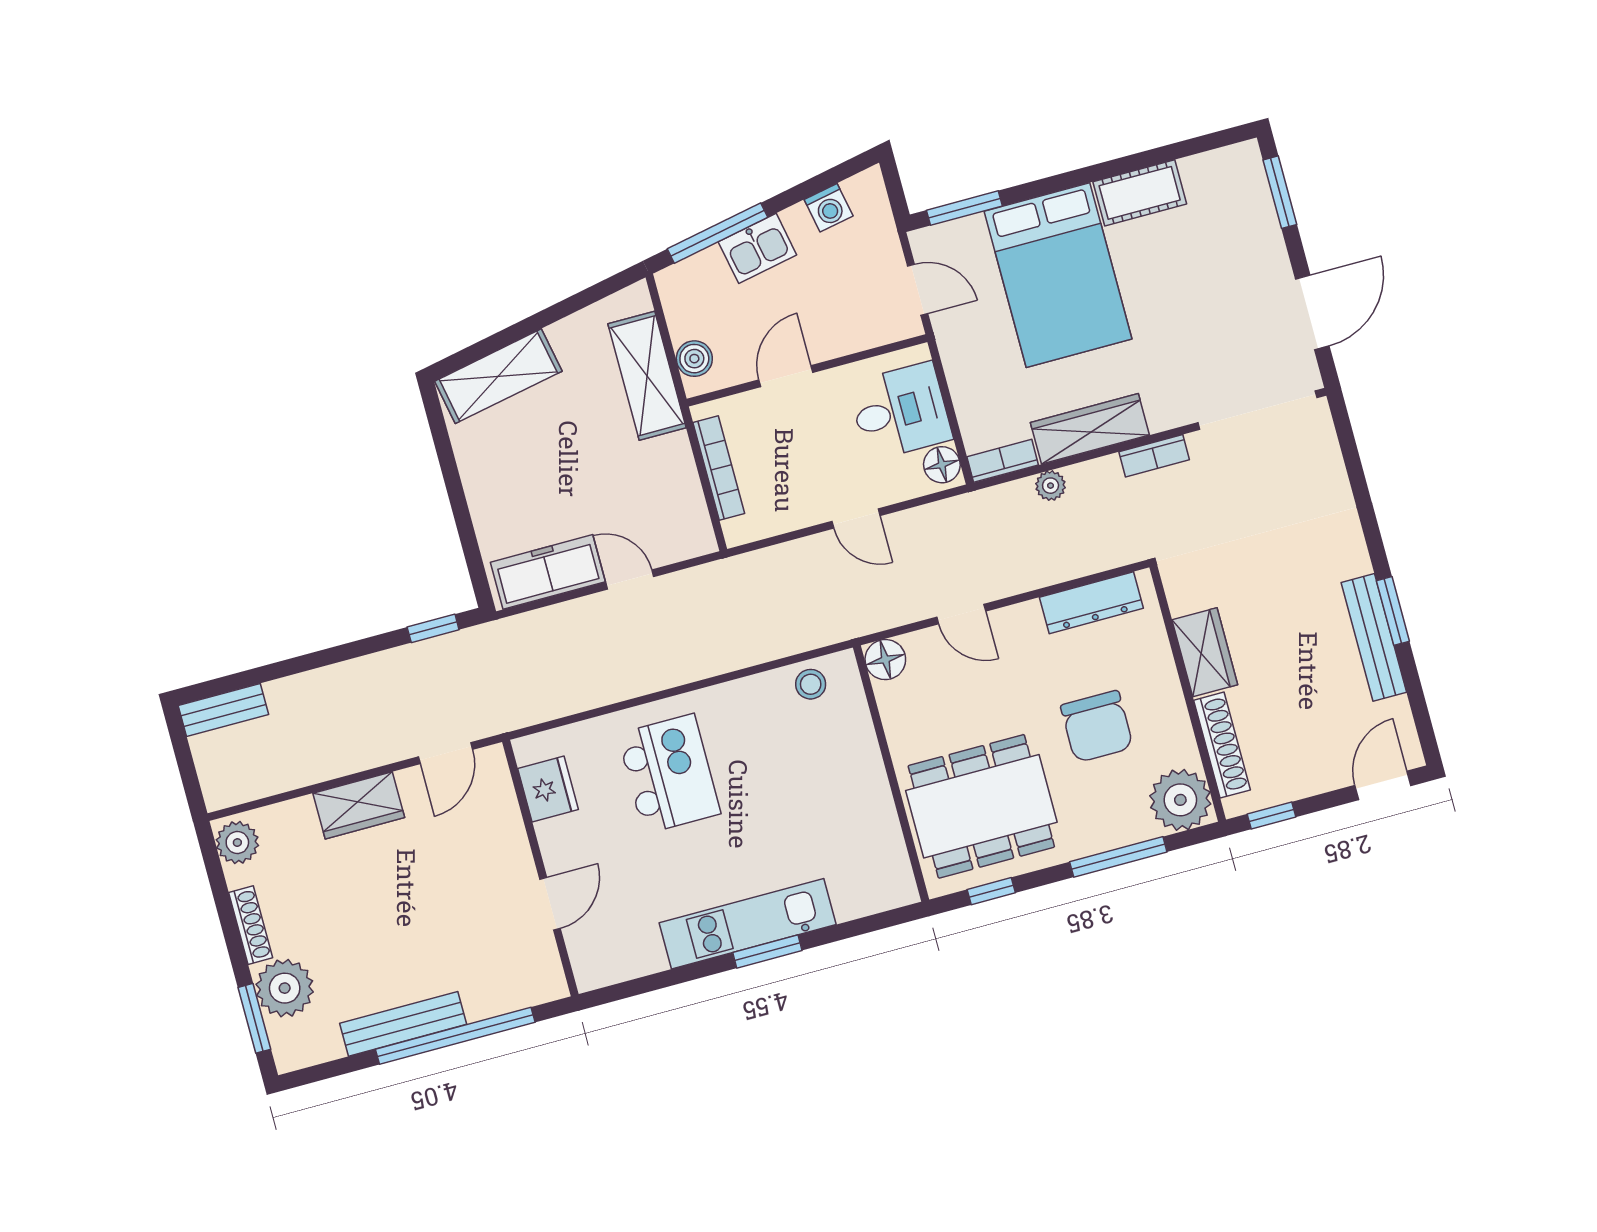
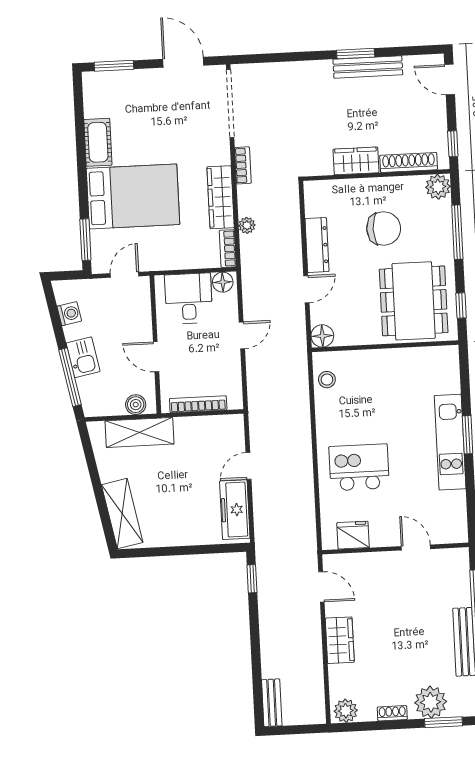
dresser: (1091, 603) -> (317, 245), moved
plant: (1180, 800) -> (438, 187), width x0.73, depth x0.73
shoe rack: (251, 925) -> (392, 713), width x0.70

